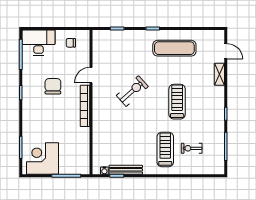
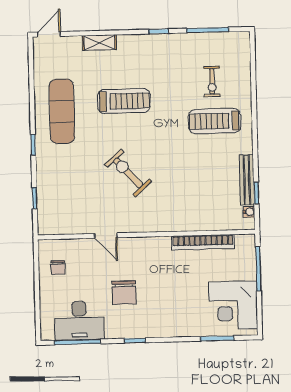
desk: (39, 43) -> (79, 321), moved, turned -90
door: (226, 51) -> (49, 34), moved
chair: (53, 86) -> (124, 292), turned -90
treadmill: (177, 102) -> (124, 101), moved, turned 180
bookcase: (85, 106) -> (203, 242), moved

